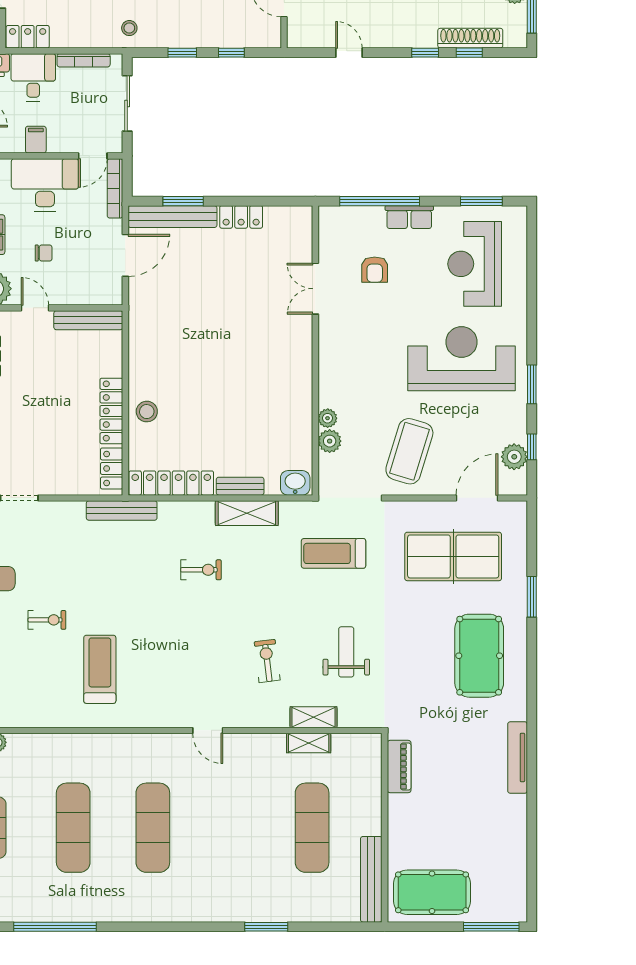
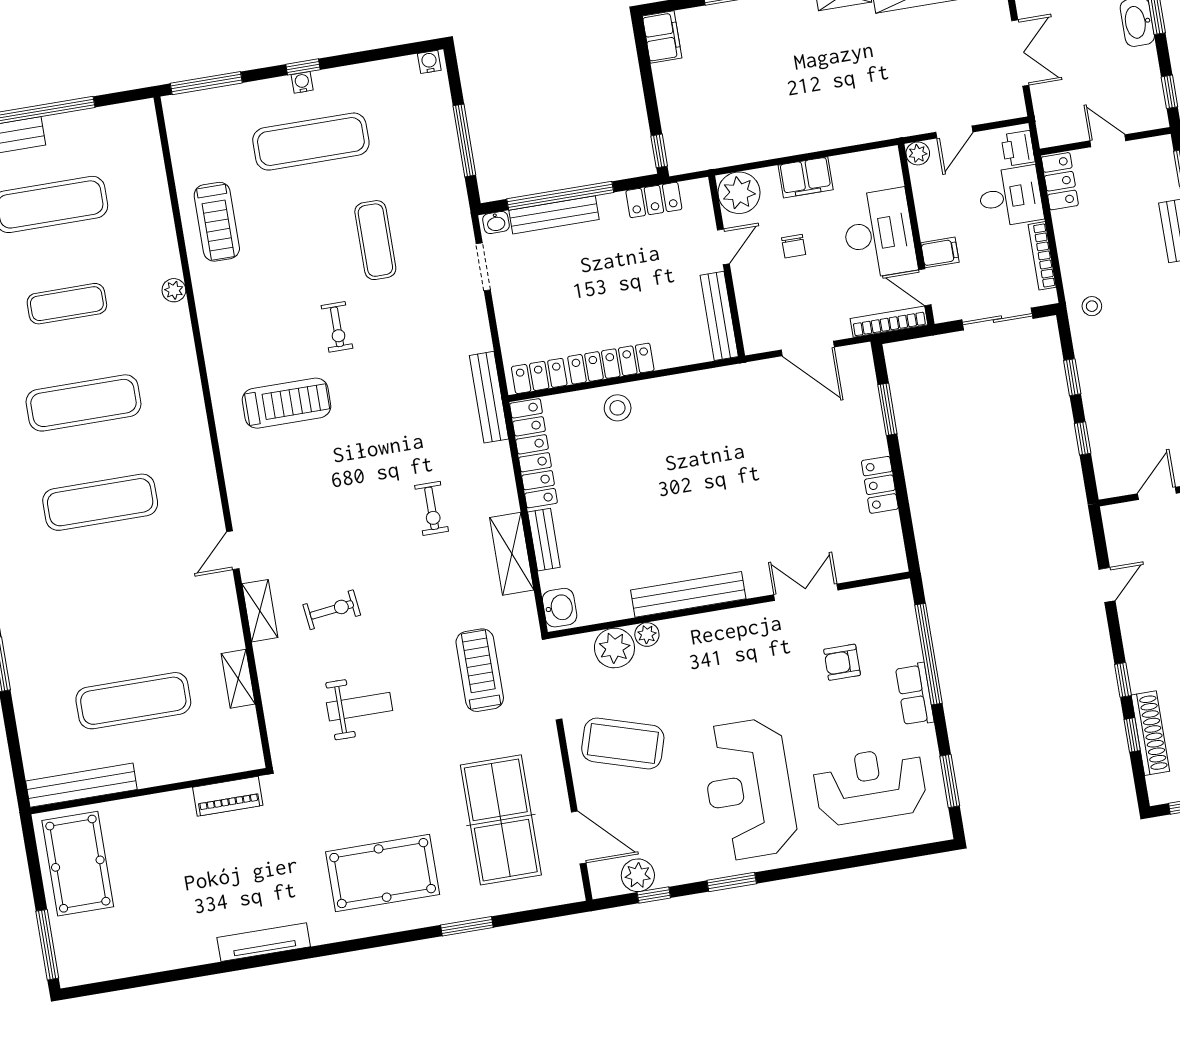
filing cabinet: (36, 140) -> (940, 252), moved
bench: (172, 217) -> (688, 594), moved, turned 90
reception desk: (462, 359) -> (749, 789), turned 180
plant: (330, 441) -> (614, 648), width x1.36, depth x1.36
shelving: (313, 717) -> (260, 611), moved

